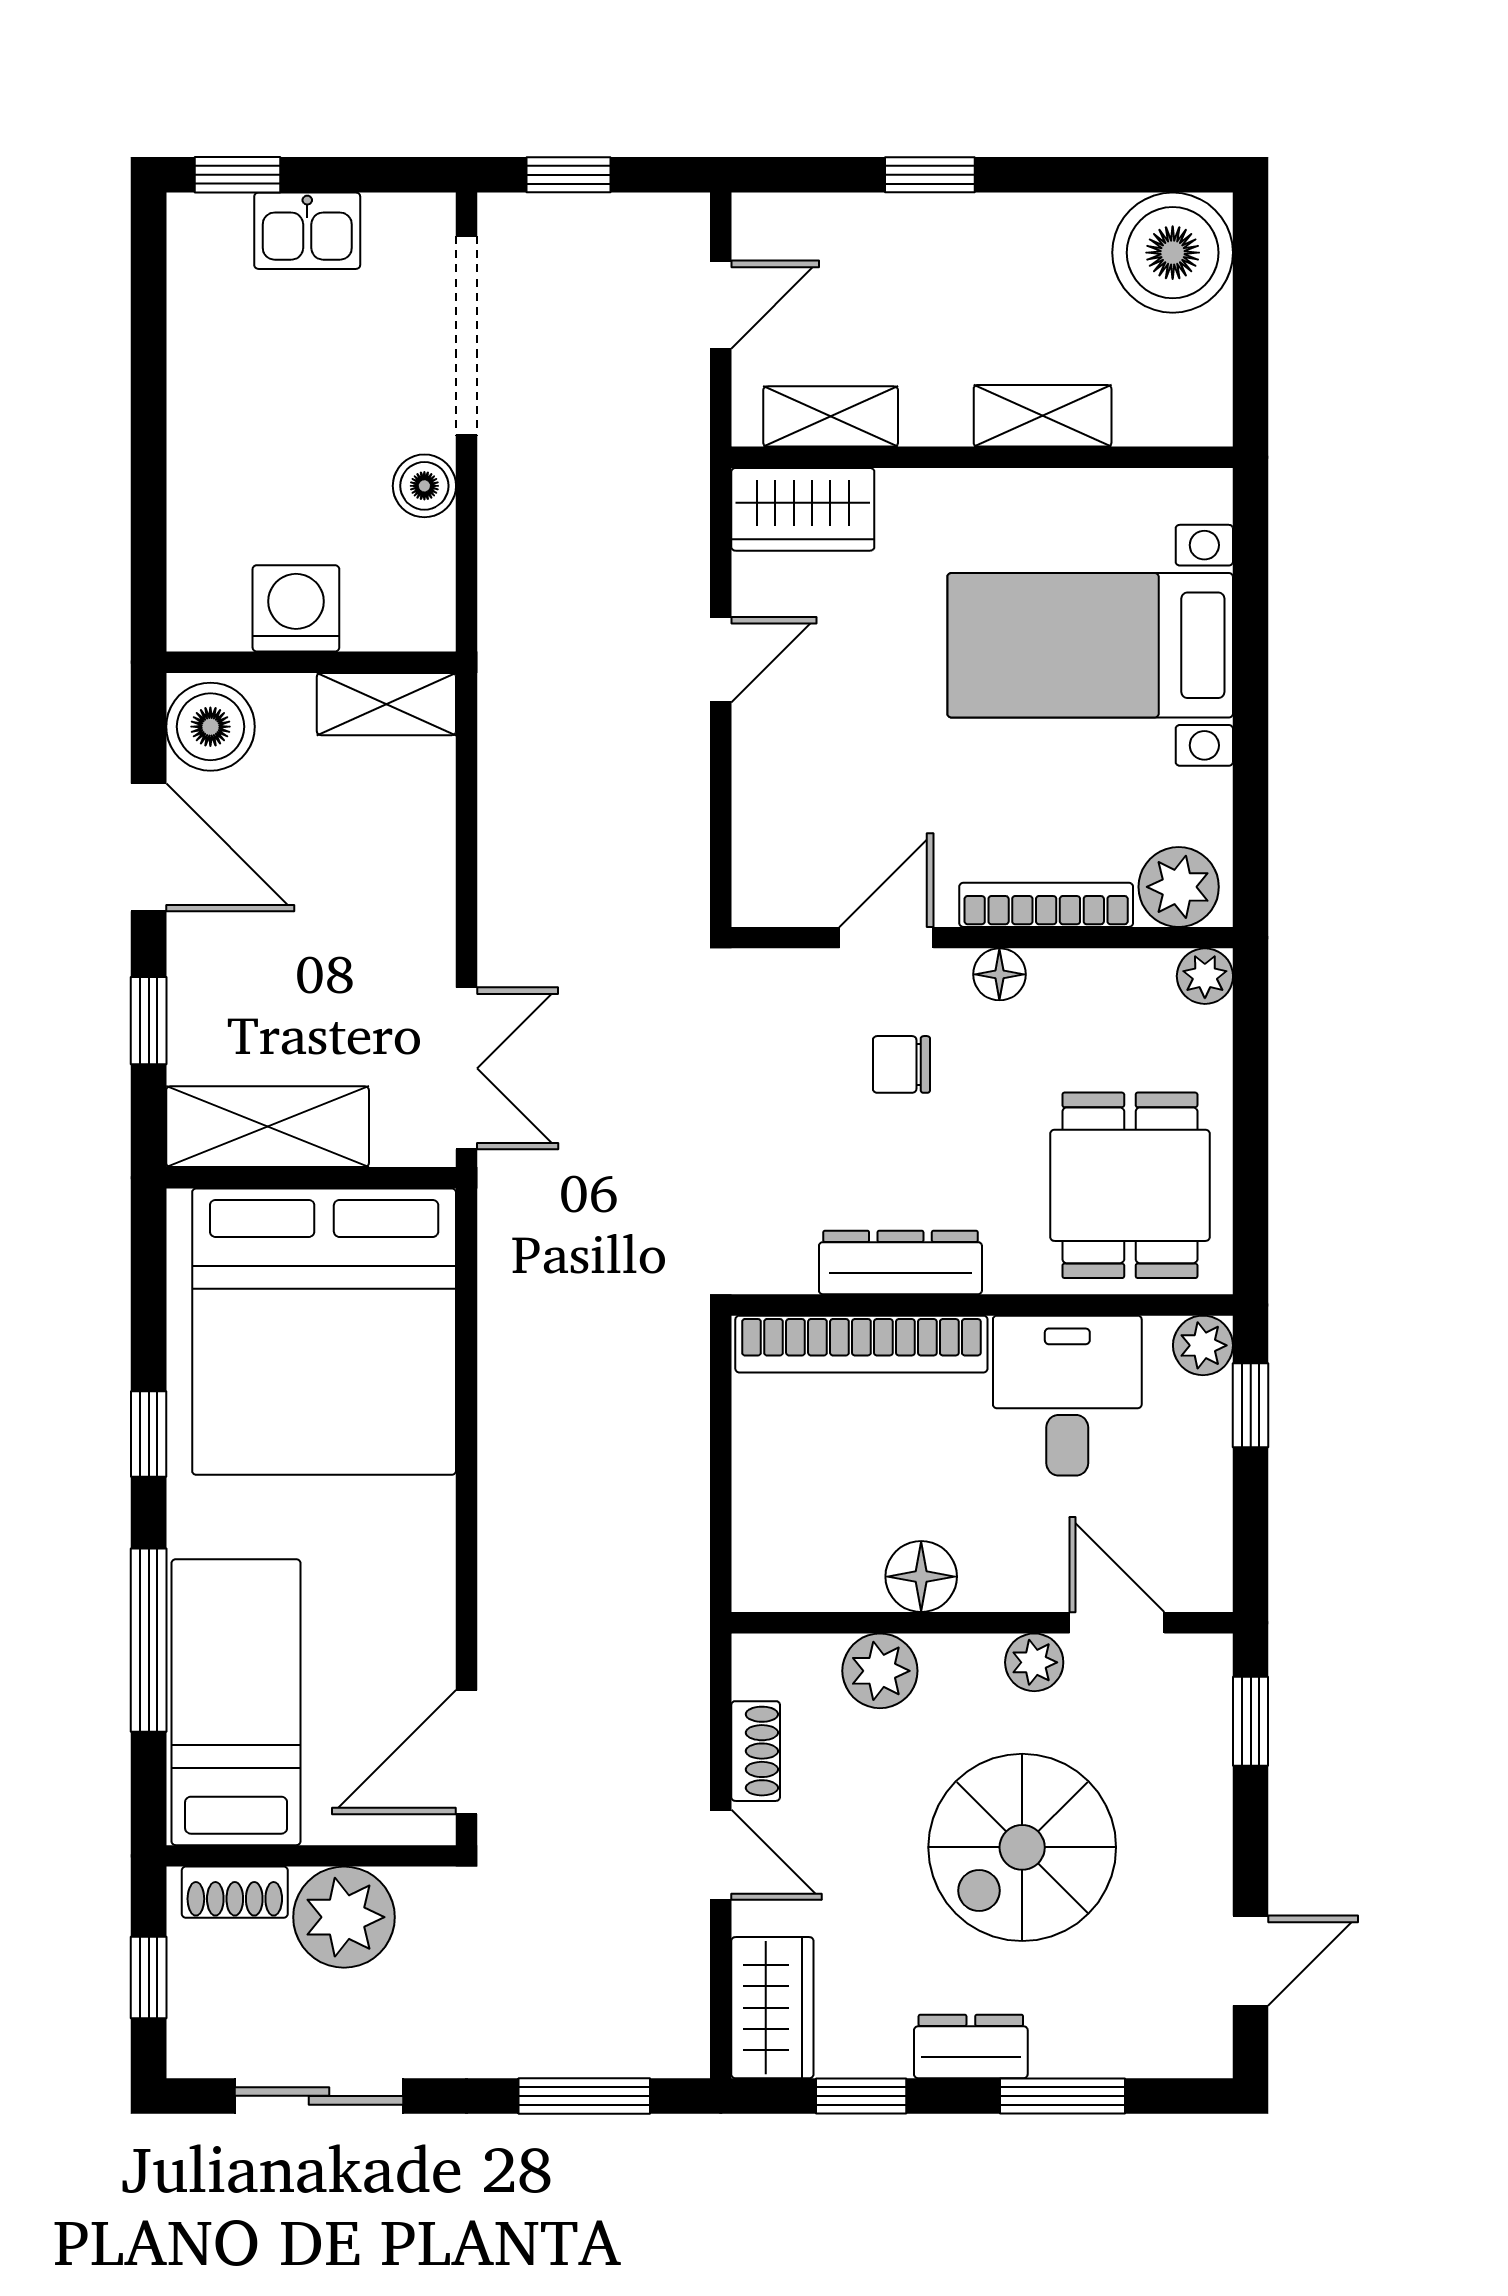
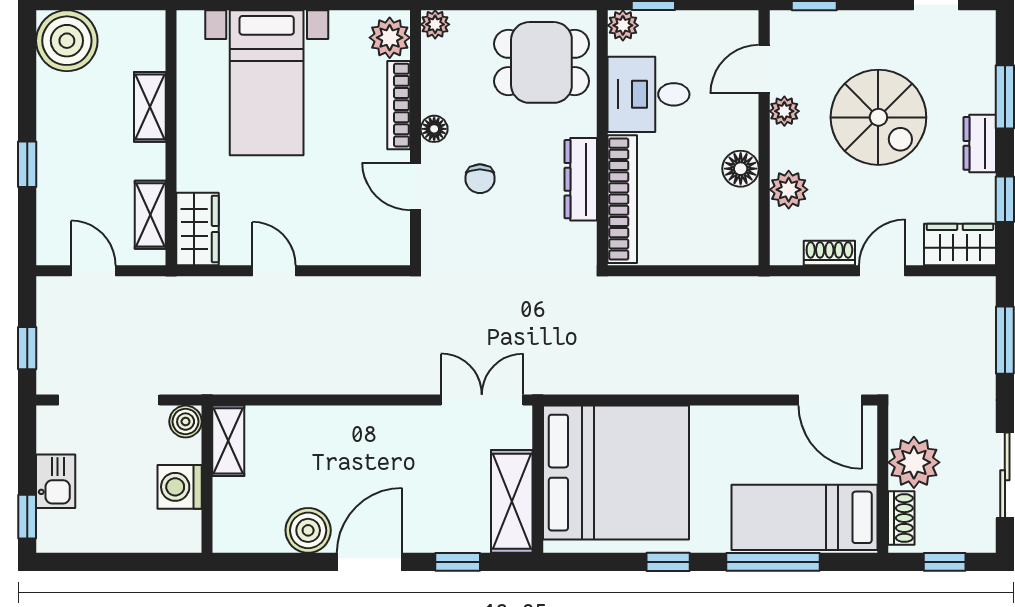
washing machine: (296, 608) -> (180, 487), moved
wall: (311, 662) -> (207, 479), moved
shelving: (386, 704) -> (228, 441), moved

